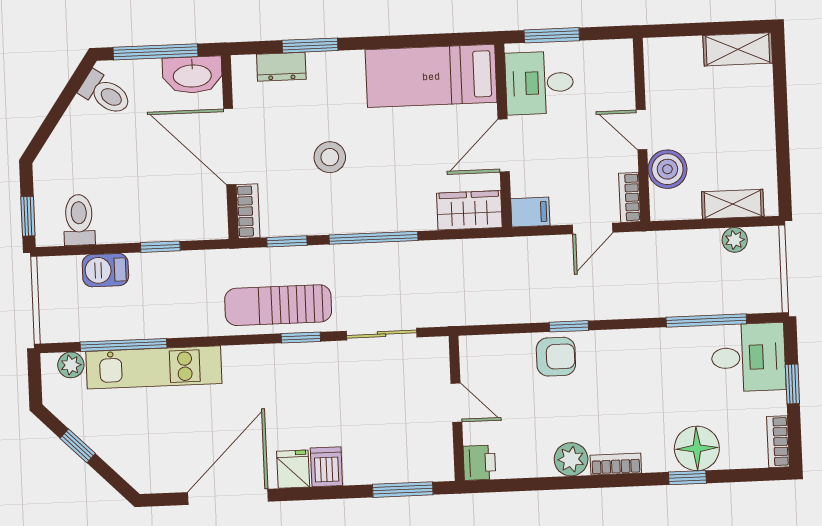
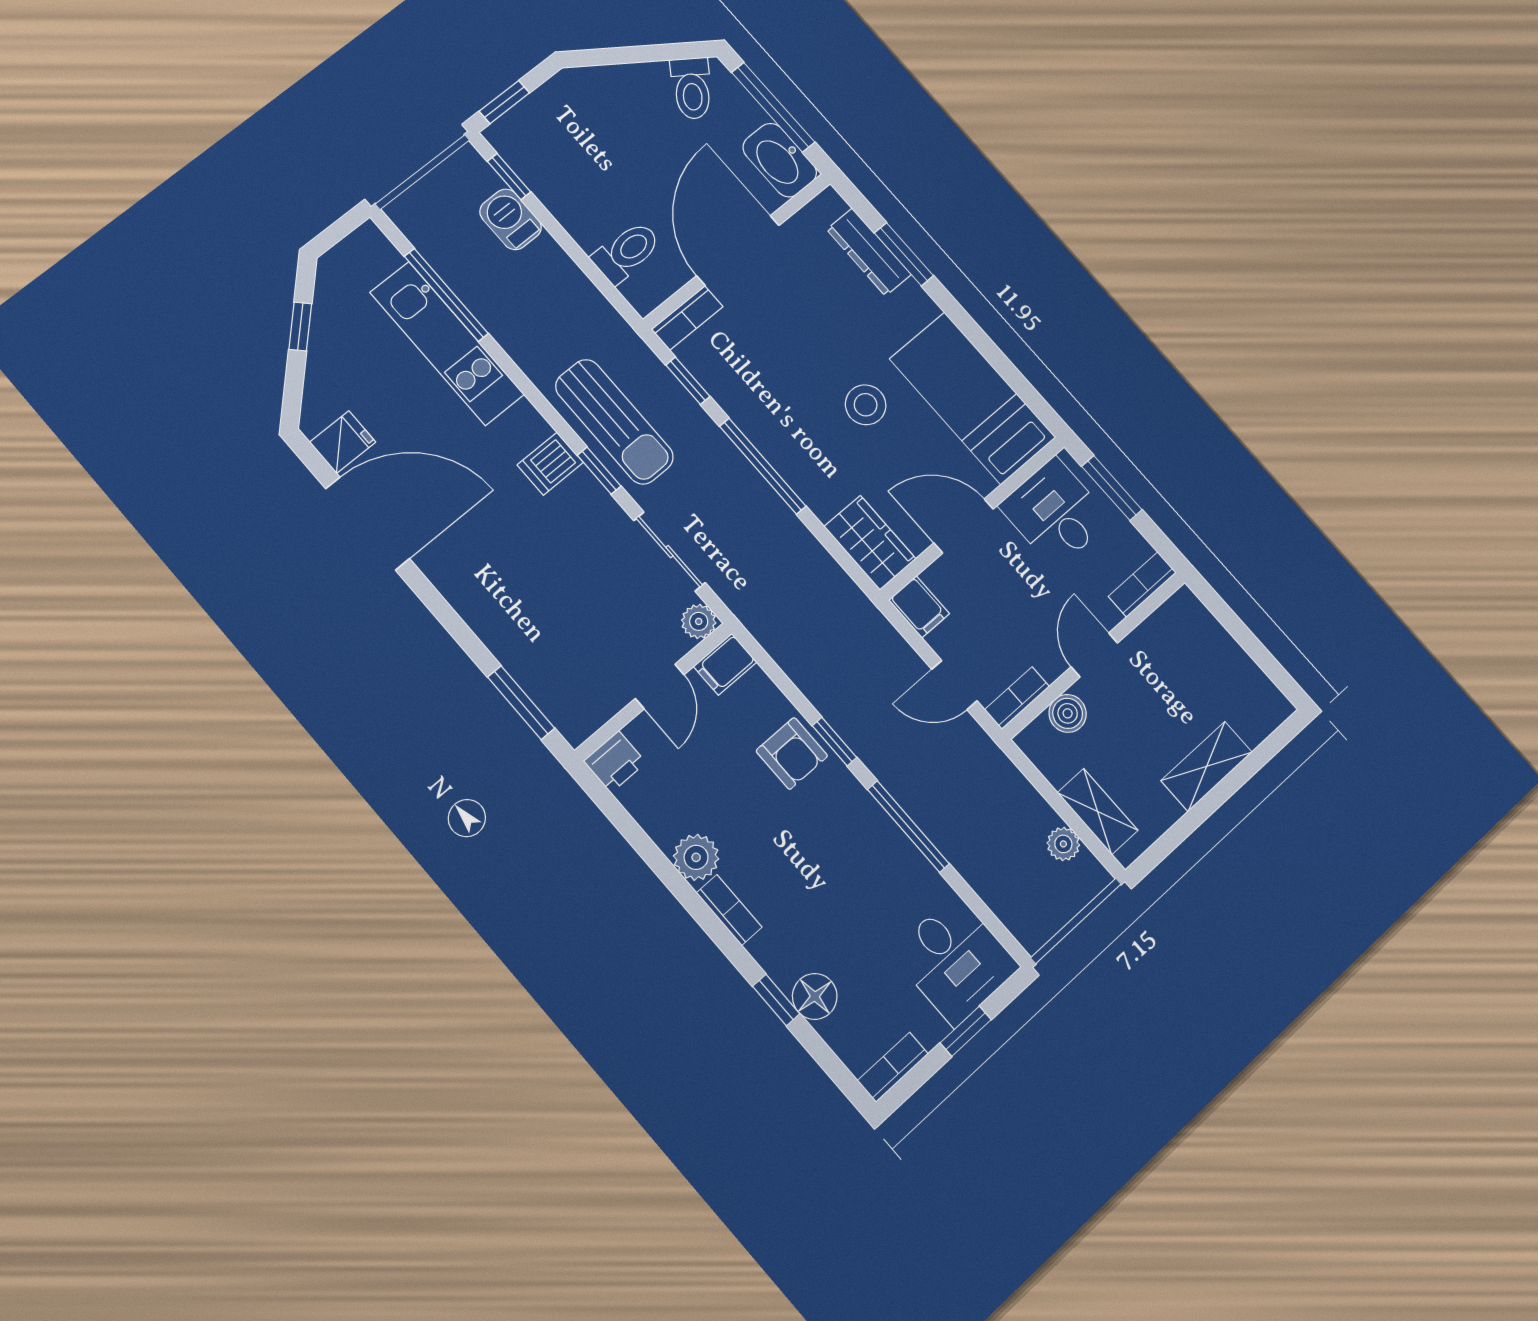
shelving: (738, 49) -> (1207, 766), moved, turned 90
bookcase: (623, 65) -> (1142, 584), added
dresser: (281, 67) -> (869, 252), width x1.44
stool: (330, 157) -> (866, 405), moved
boiler: (667, 169) -> (1068, 713), width x0.73, depth x0.73
toilet: (79, 220) -> (627, 252), moved
window: (160, 247) -> (509, 177), moved
sun lounger: (278, 305) -> (614, 422), turned 180
window: (706, 321) -> (908, 827), moved
filing cabinet: (473, 354) -> (725, 664), added
plant: (71, 365) -> (699, 621), moved
floor lamp: (697, 448) -> (815, 996), width x0.73, depth x0.73
dishwasher: (326, 467) -> (550, 464), moved, turned 180
fridge: (293, 469) -> (343, 442), moved

